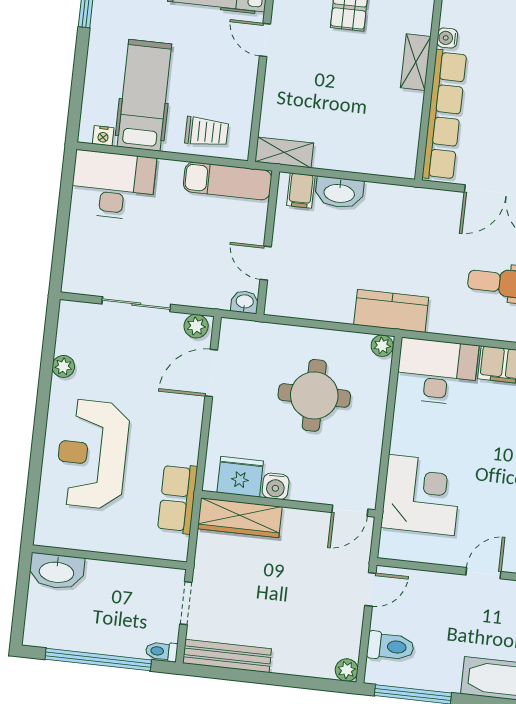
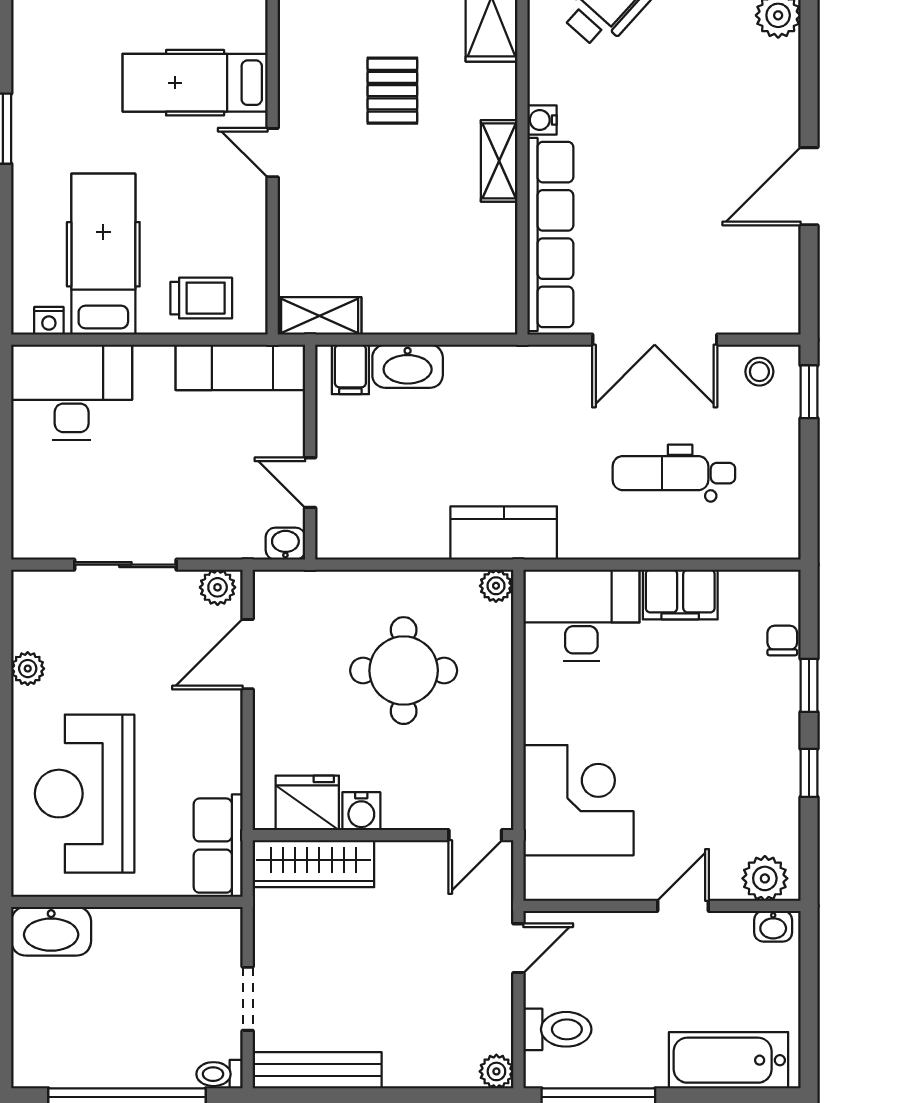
wall: (109, 557) -> (127, 902), moved
washbasin: (57, 571) -> (51, 931), moved

